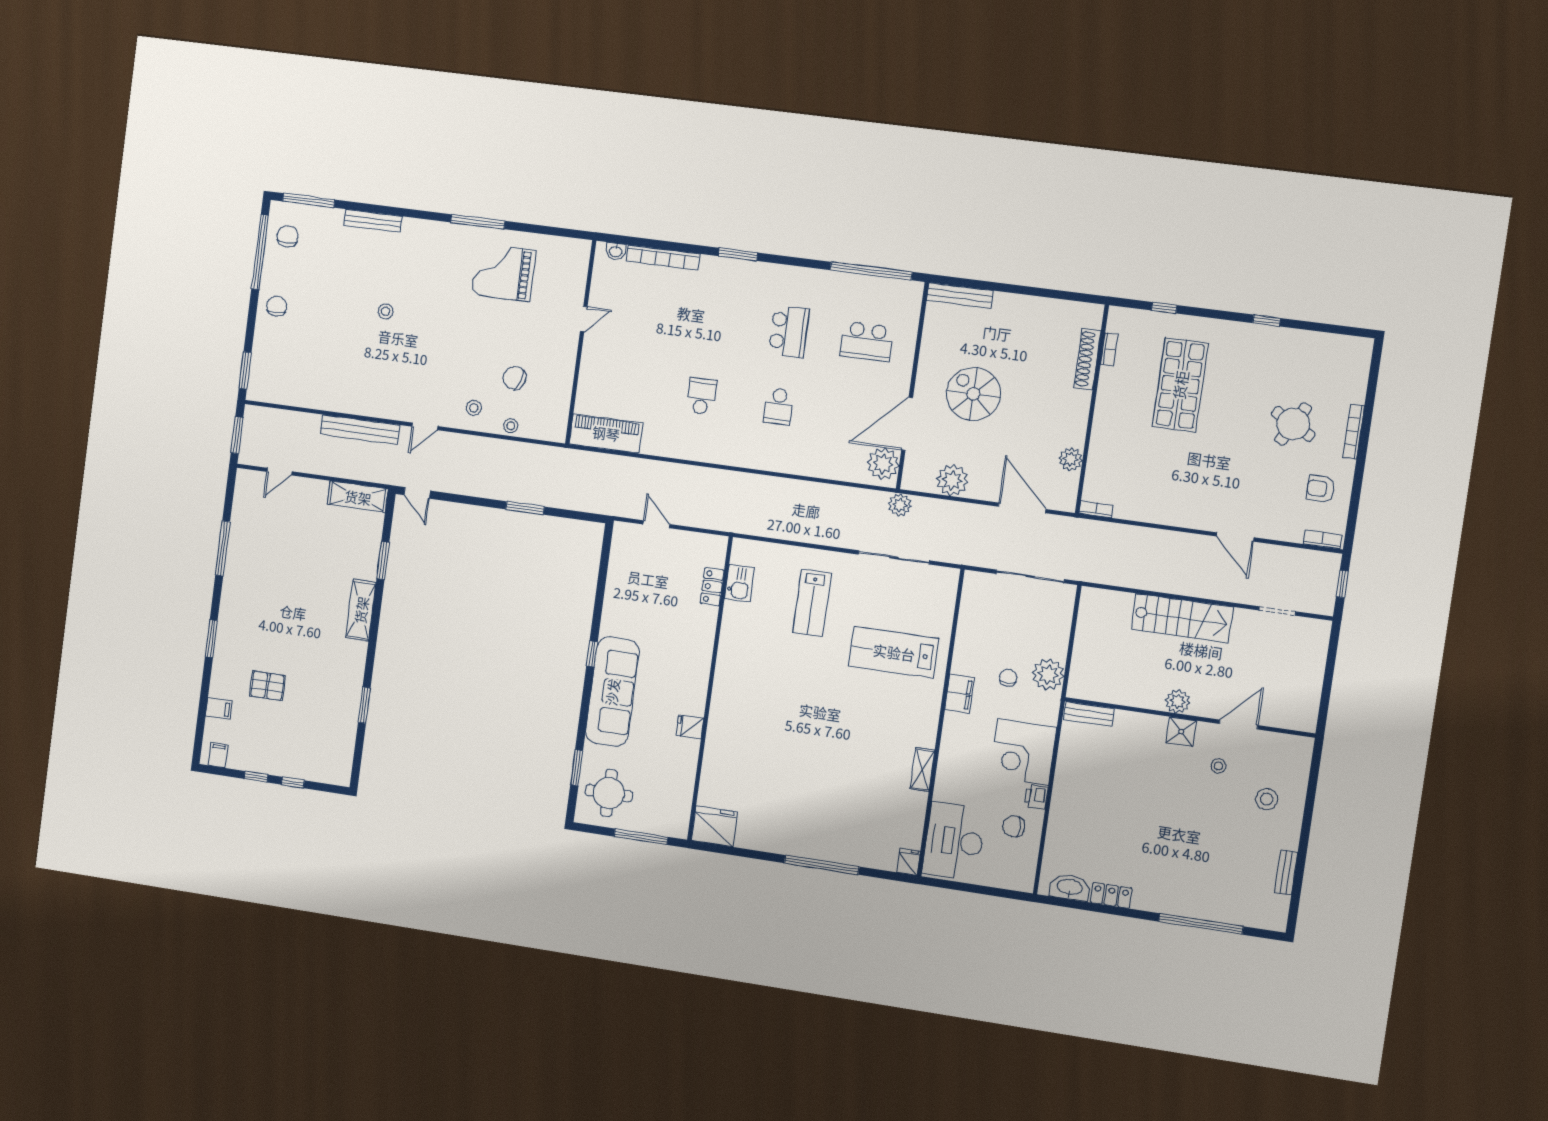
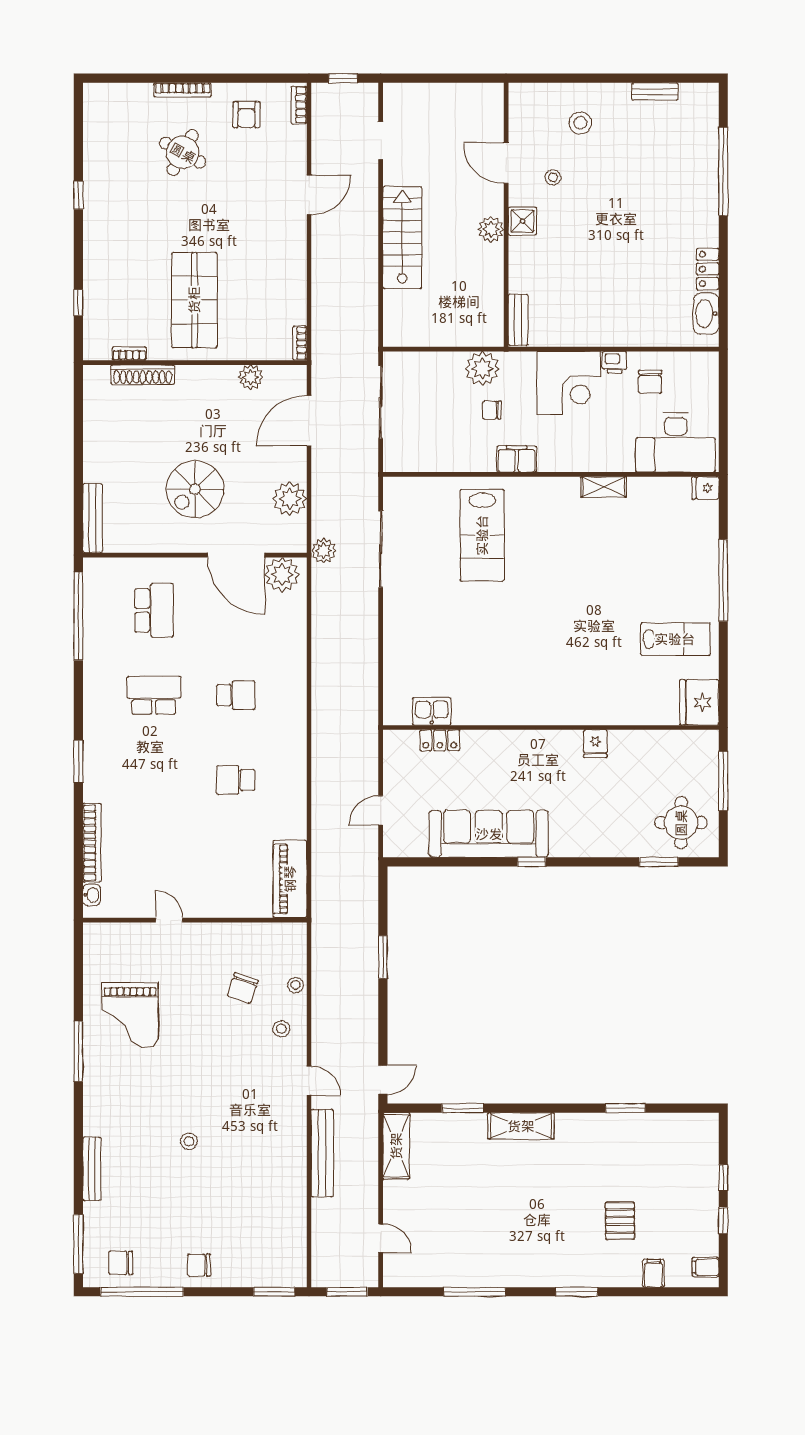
shop shelf: (1180, 385) -> (194, 300), moved, turned 90
lab bench: (812, 603) -> (675, 639), moved
sofa: (612, 692) -> (489, 834), moved

